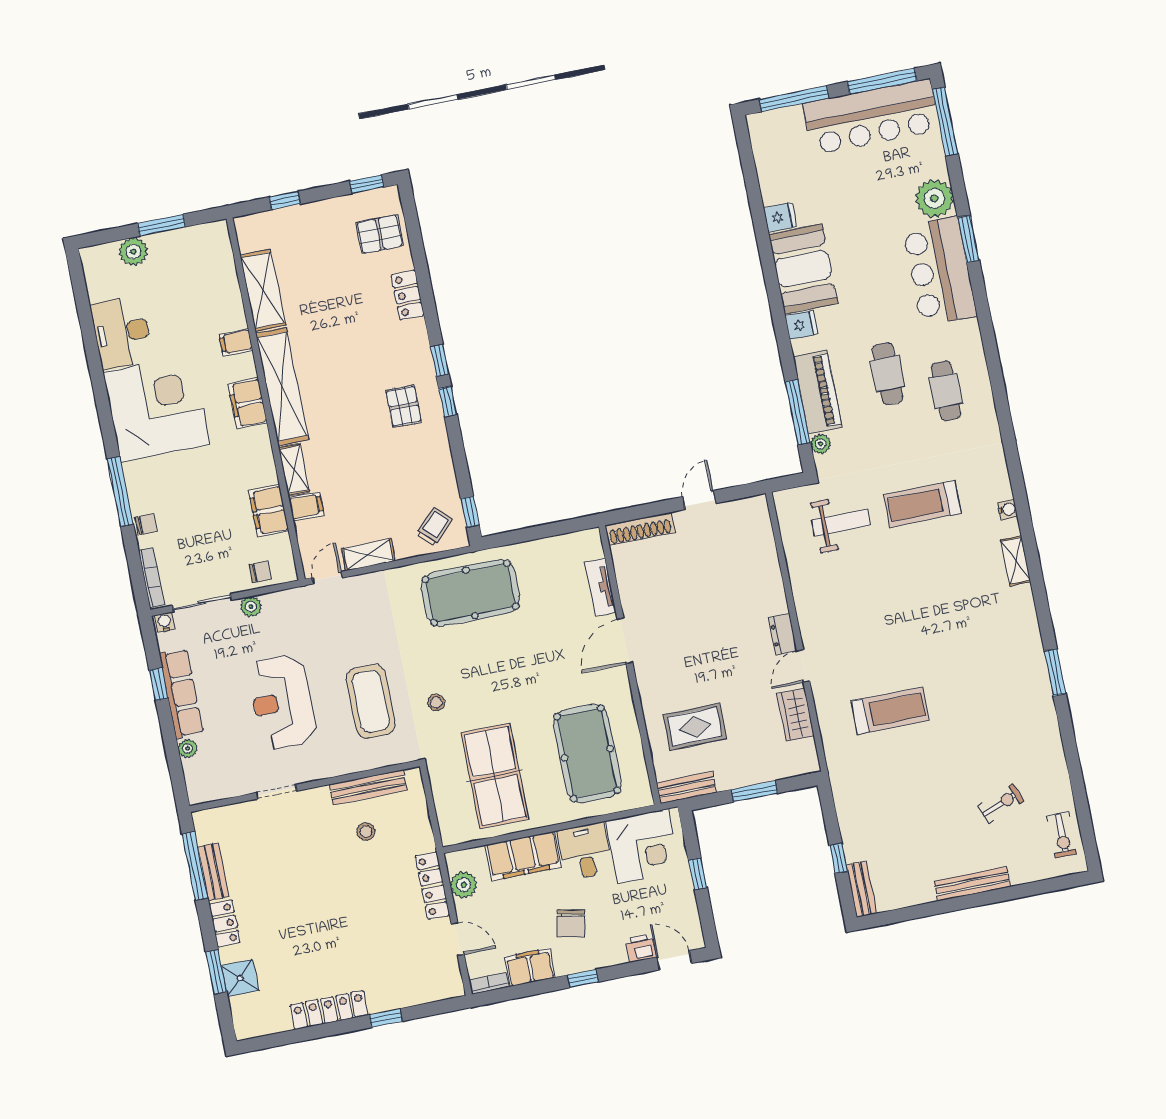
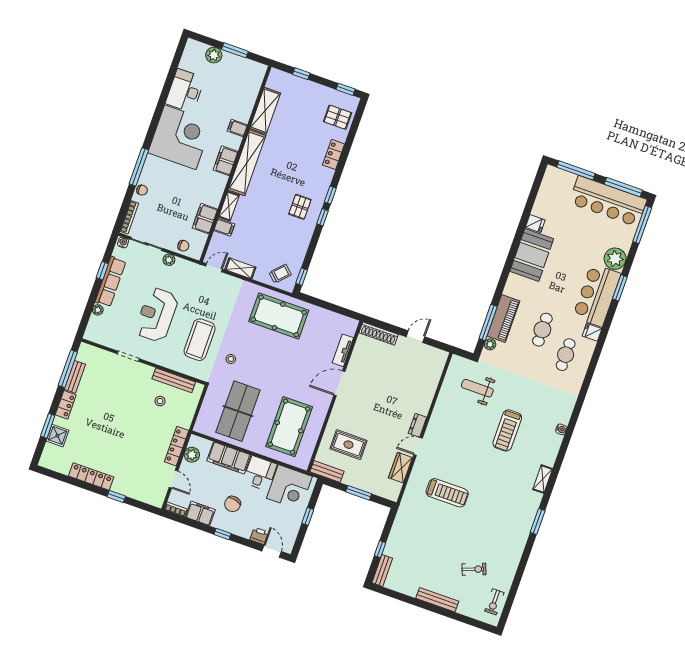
fridge: (801, 325) -> (592, 332), moved, turned 180
treadmill: (922, 504) -> (507, 430), moved, turned -90
weight bench: (841, 523) -> (477, 388), turned 180
shelving: (1016, 561) -> (543, 479), moved

